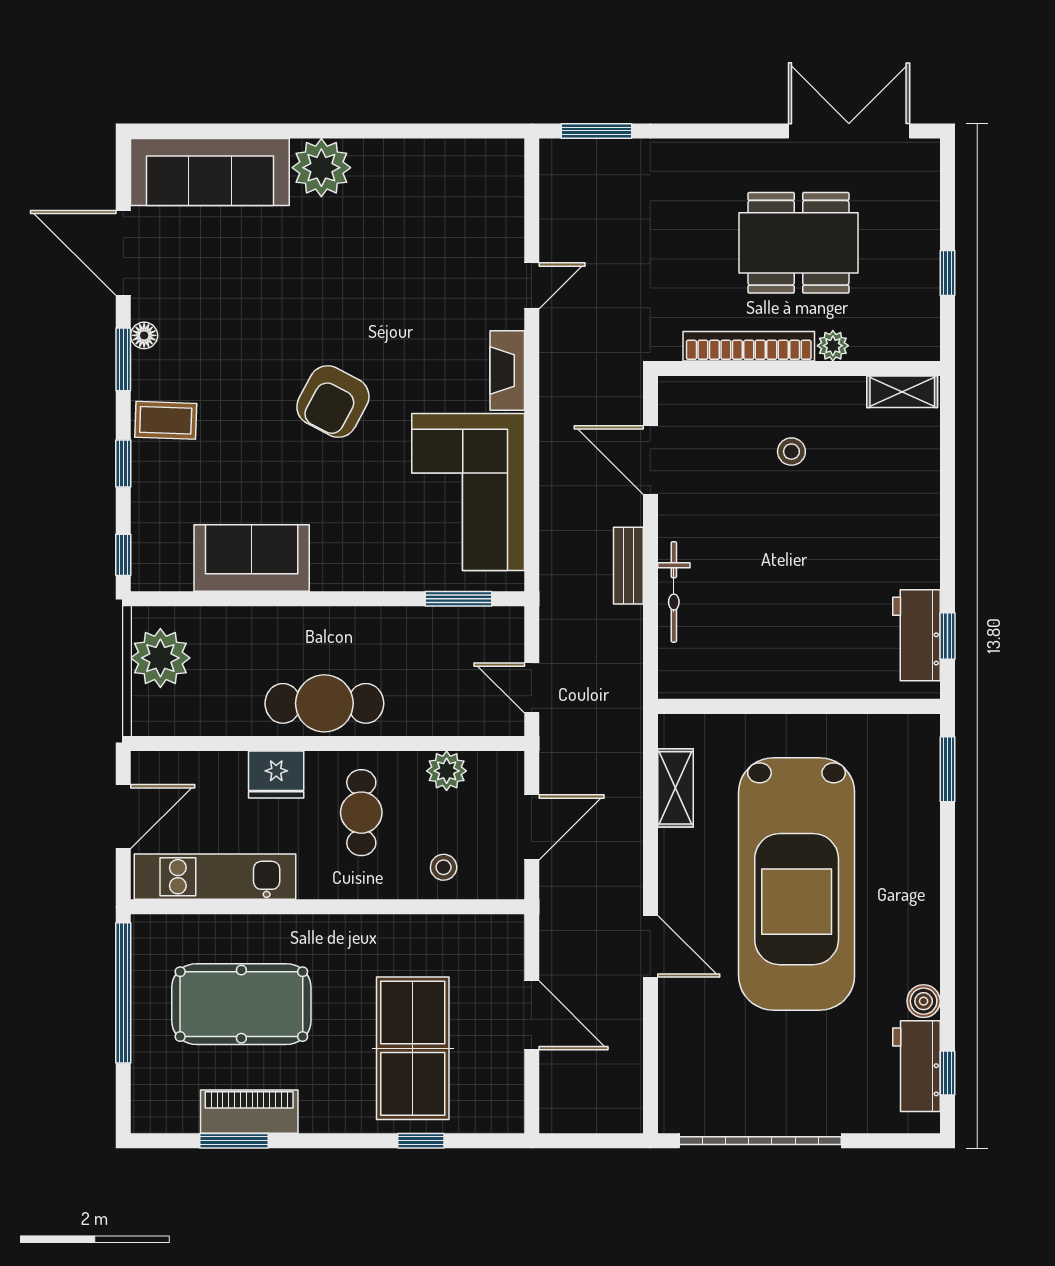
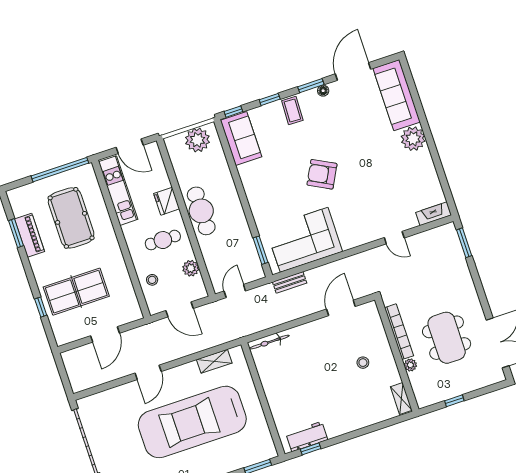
fireplace: (507, 370) -> (434, 214), moved
sofa: (252, 558) -> (241, 139), moved
bench: (628, 566) -> (290, 282), moved
bicycle: (674, 592) -> (269, 342), moved

